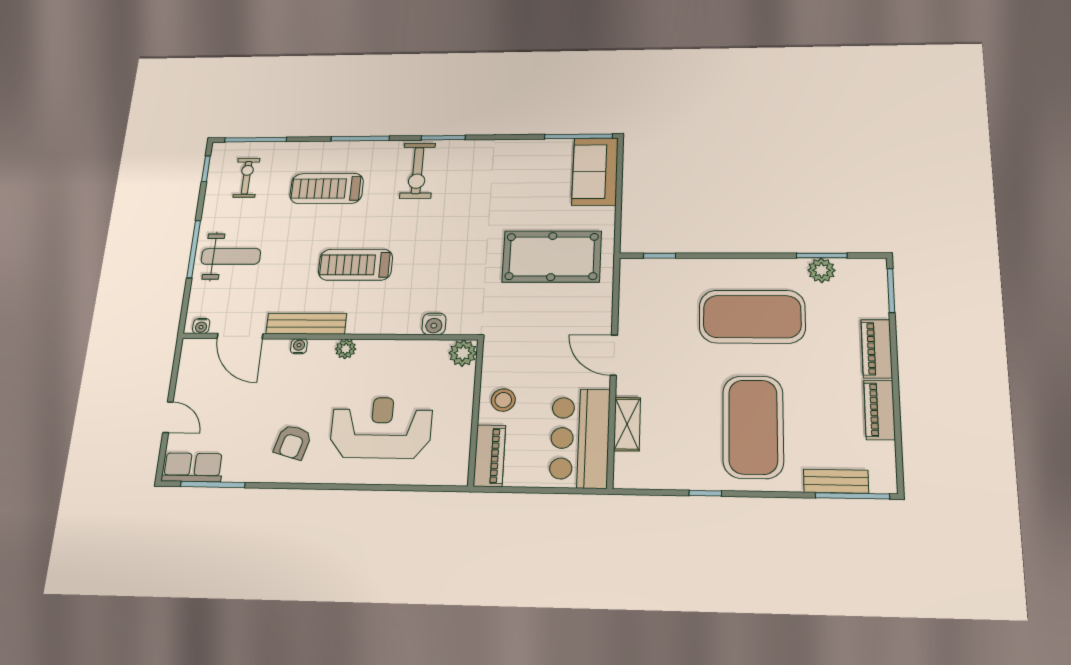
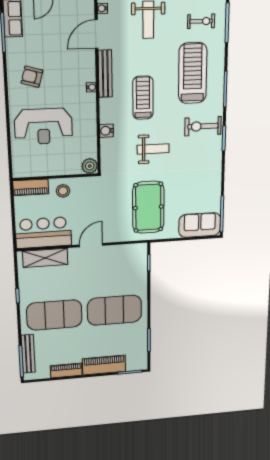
treadmill: (327, 188) -> (193, 73), width x1.37, depth x1.38
weight bench: (446, 249) -> (153, 149), added
plant: (821, 270) -> (141, 341), removed
exercise mat: (752, 317) -> (114, 310), turned 90
water cooler: (434, 324) -> (106, 131), moved
water cooler: (299, 346) -> (91, 87), moved
plant: (346, 349) -> (90, 99), removed
piano: (877, 349) -> (104, 365), width x1.37, depth x1.33
shelving: (627, 424) -> (45, 258), width x1.50, depth x1.33
reception desk: (381, 428) -> (43, 126), turned 90
bench: (836, 481) -> (28, 354), width x1.36

